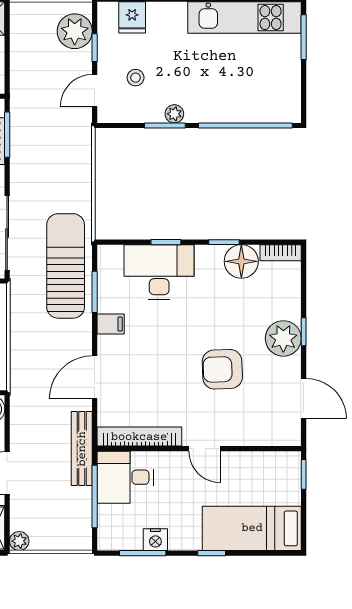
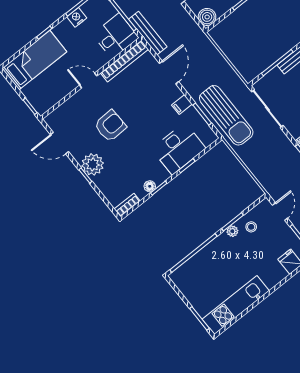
stool: (136, 78) -> (251, 227), moved
floor lamp: (241, 261) -> (150, 186), width x0.53, depth x0.53

